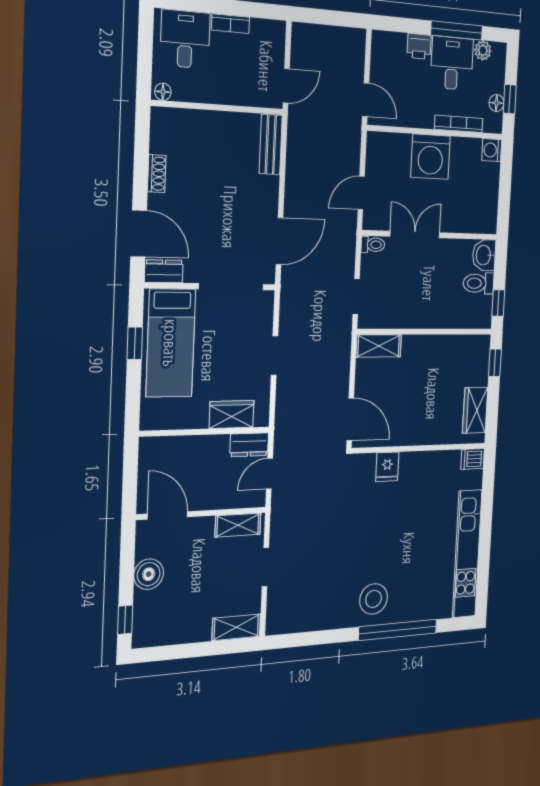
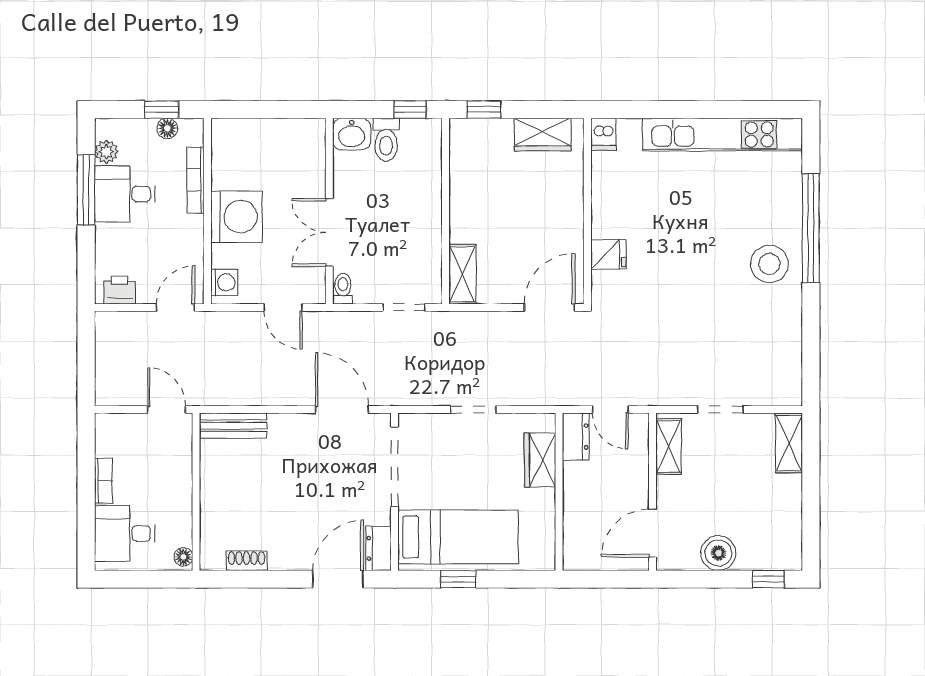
printer: (419, 46) -> (120, 290), moved, turned -90
washing machine: (492, 150) -> (224, 282), moved, turned -90
shoe rack: (157, 174) -> (246, 561), moved

